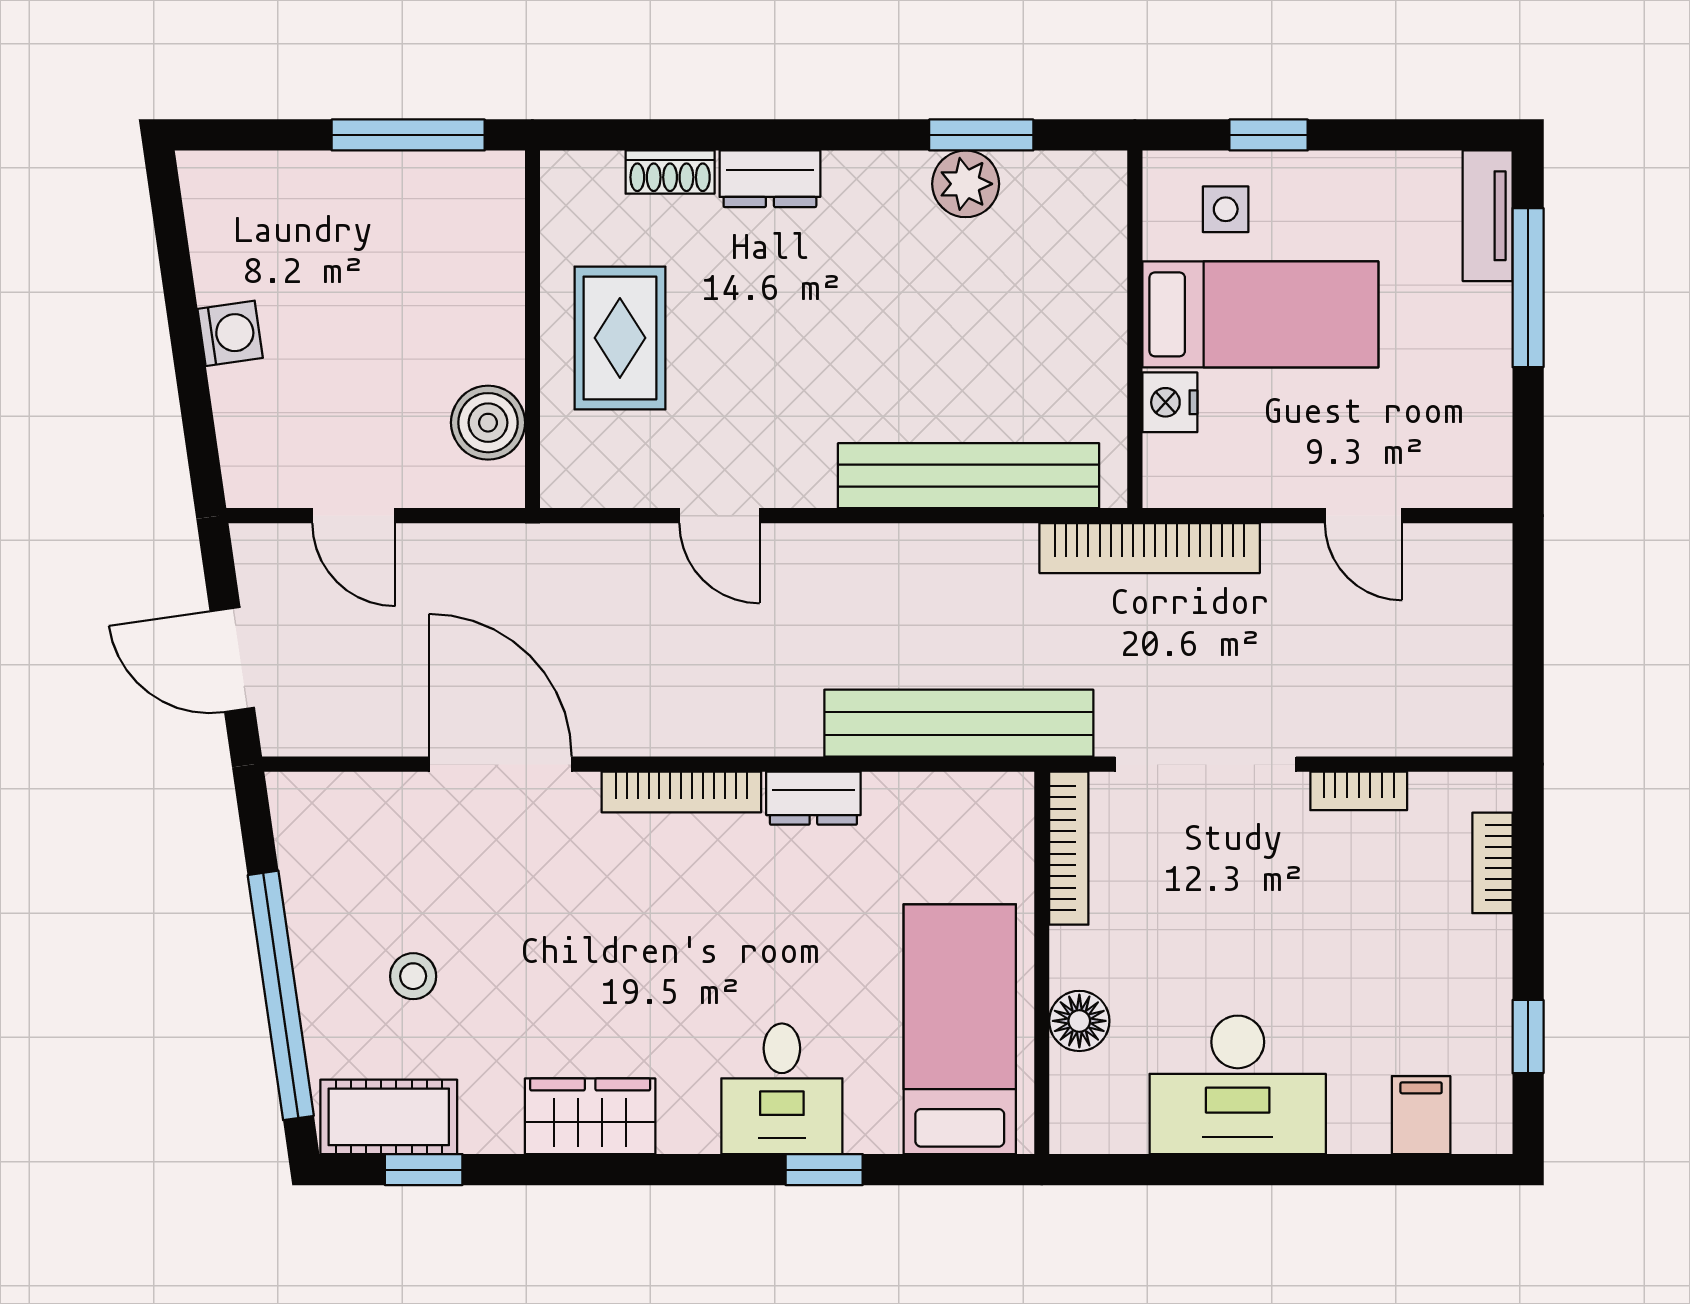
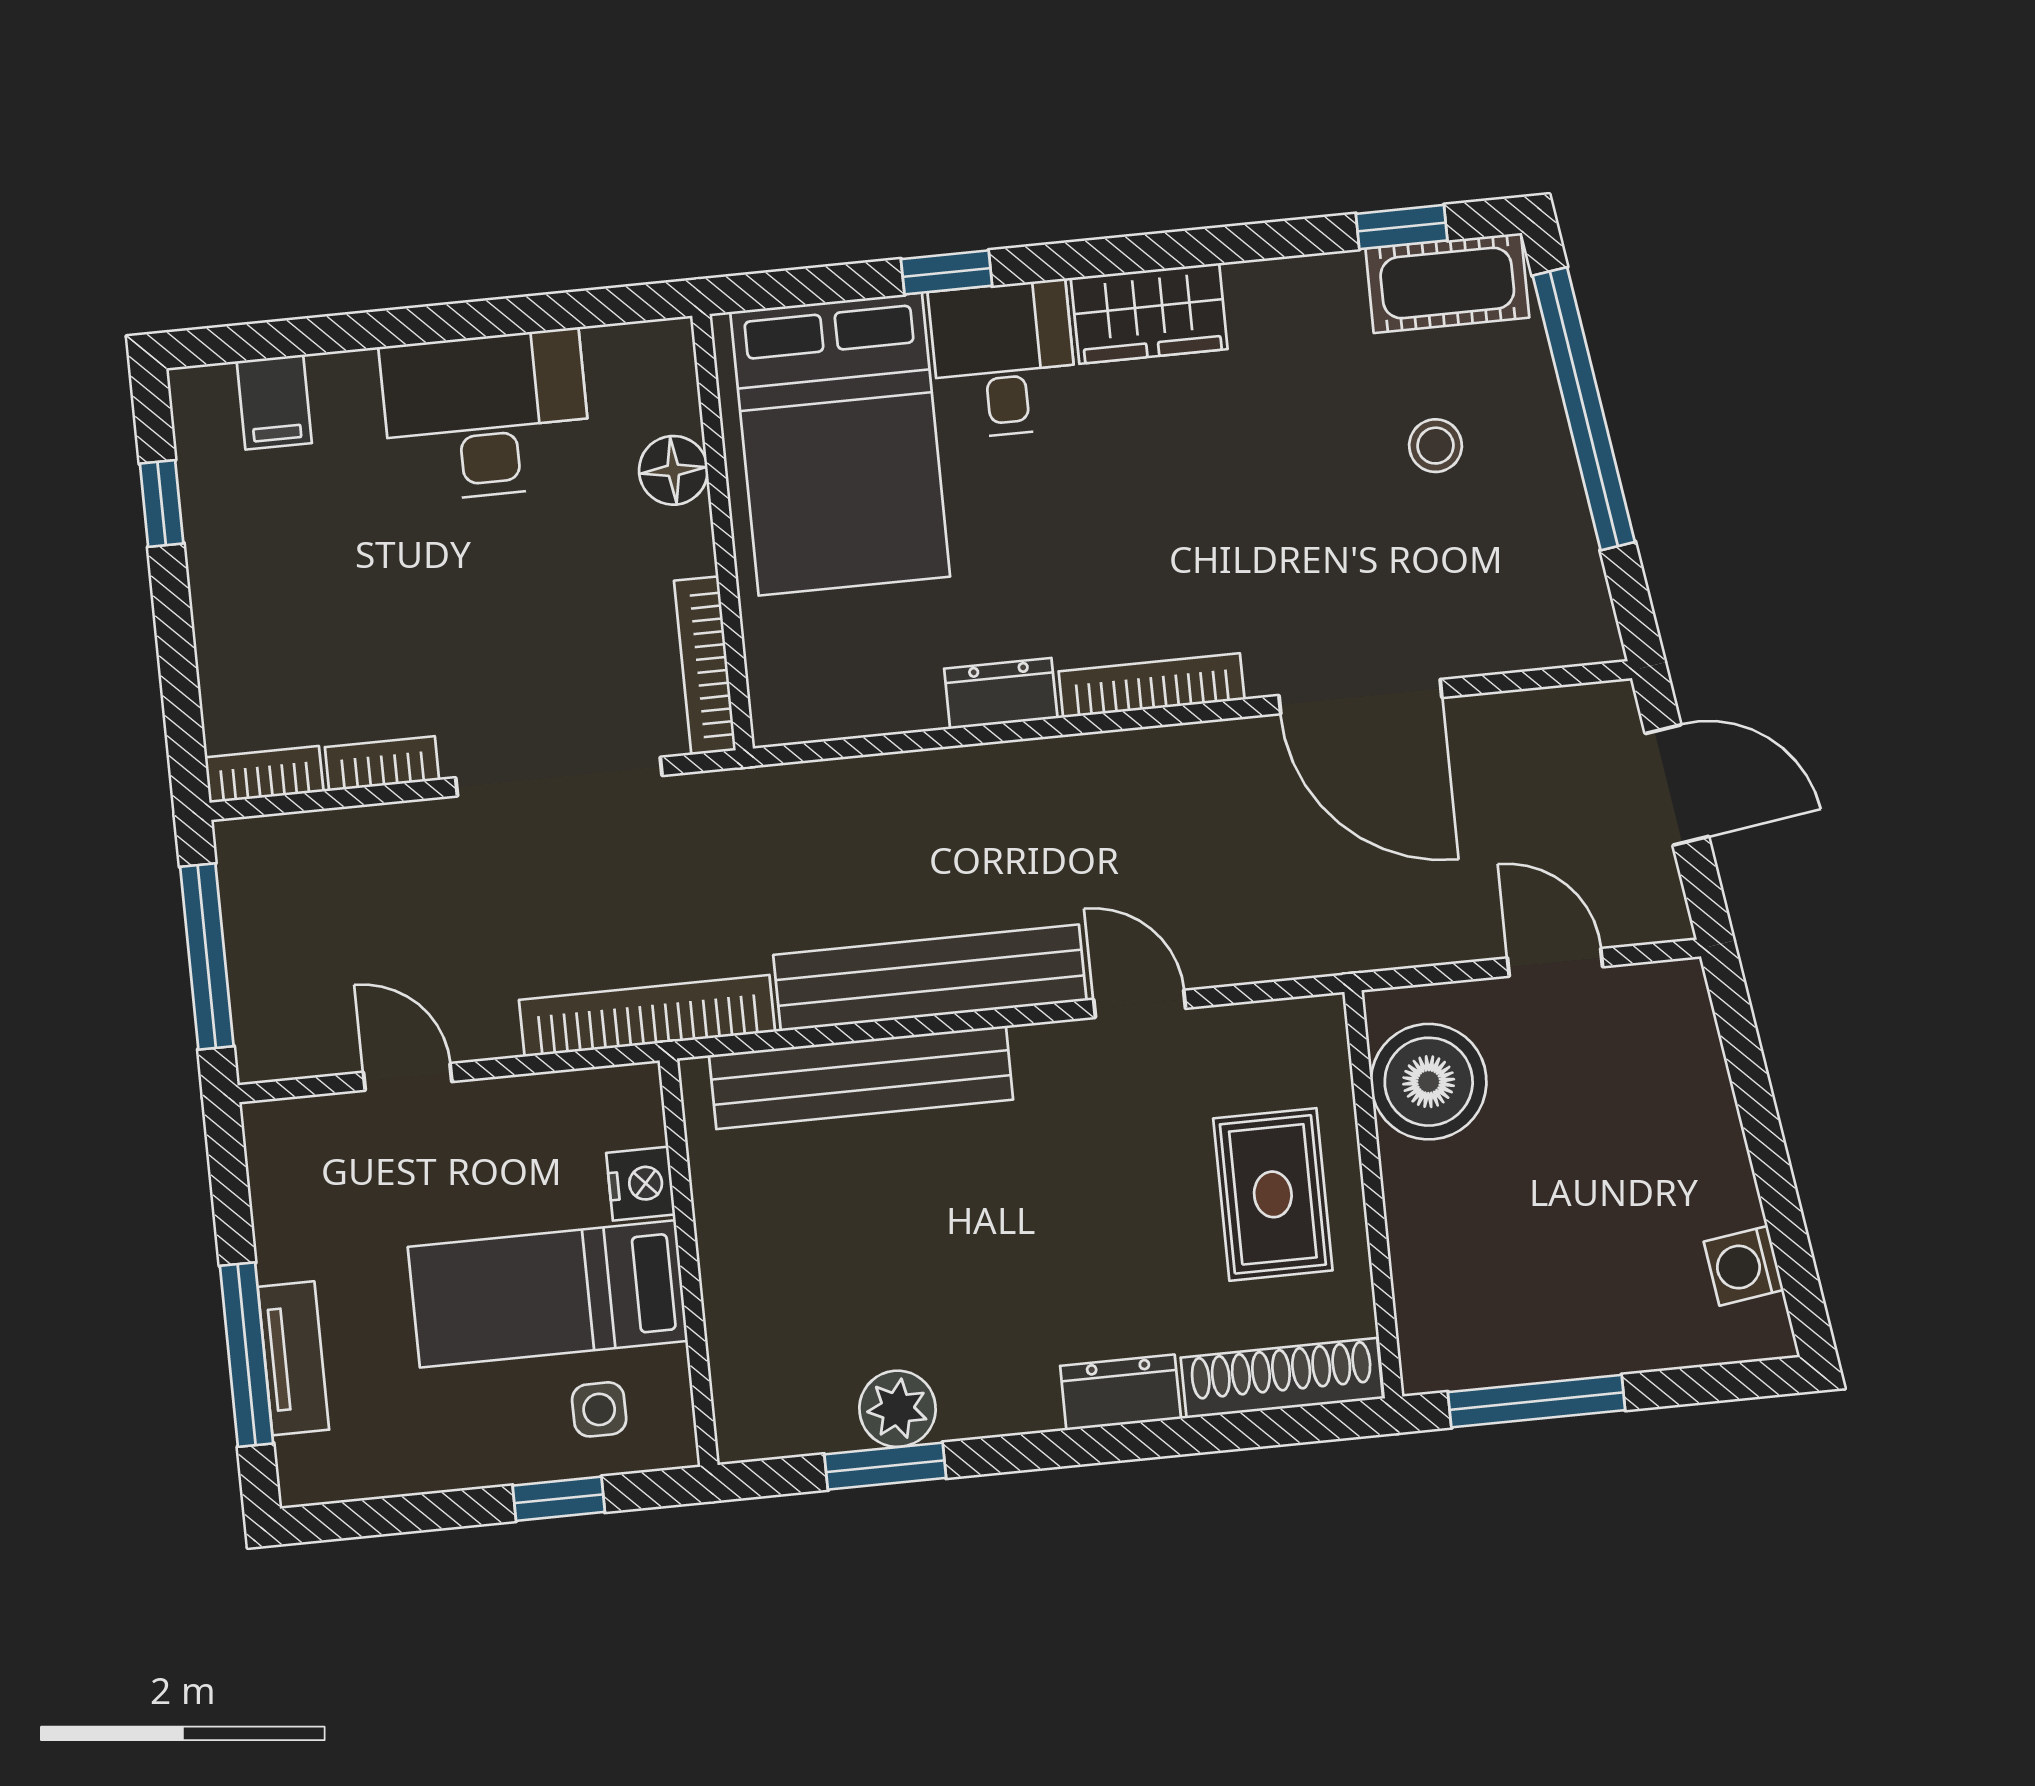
shoe rack: (670, 172) -> (1282, 1378), width x1.94, depth x1.24
tv unit: (1488, 216) -> (293, 1358), moved
washing machine: (230, 333) -> (1744, 1266), moved
boiler: (488, 423) -> (1429, 1082), width x1.37, depth x1.37
window: (1528, 638) -> (207, 956), added
bench: (959, 723) -> (930, 978), moved
bookcase: (1492, 863) -> (264, 774), moved, turned -90
bed: (960, 1029) -> (840, 444), width x1.50
wardrobe: (590, 1116) -> (1149, 313), moved

